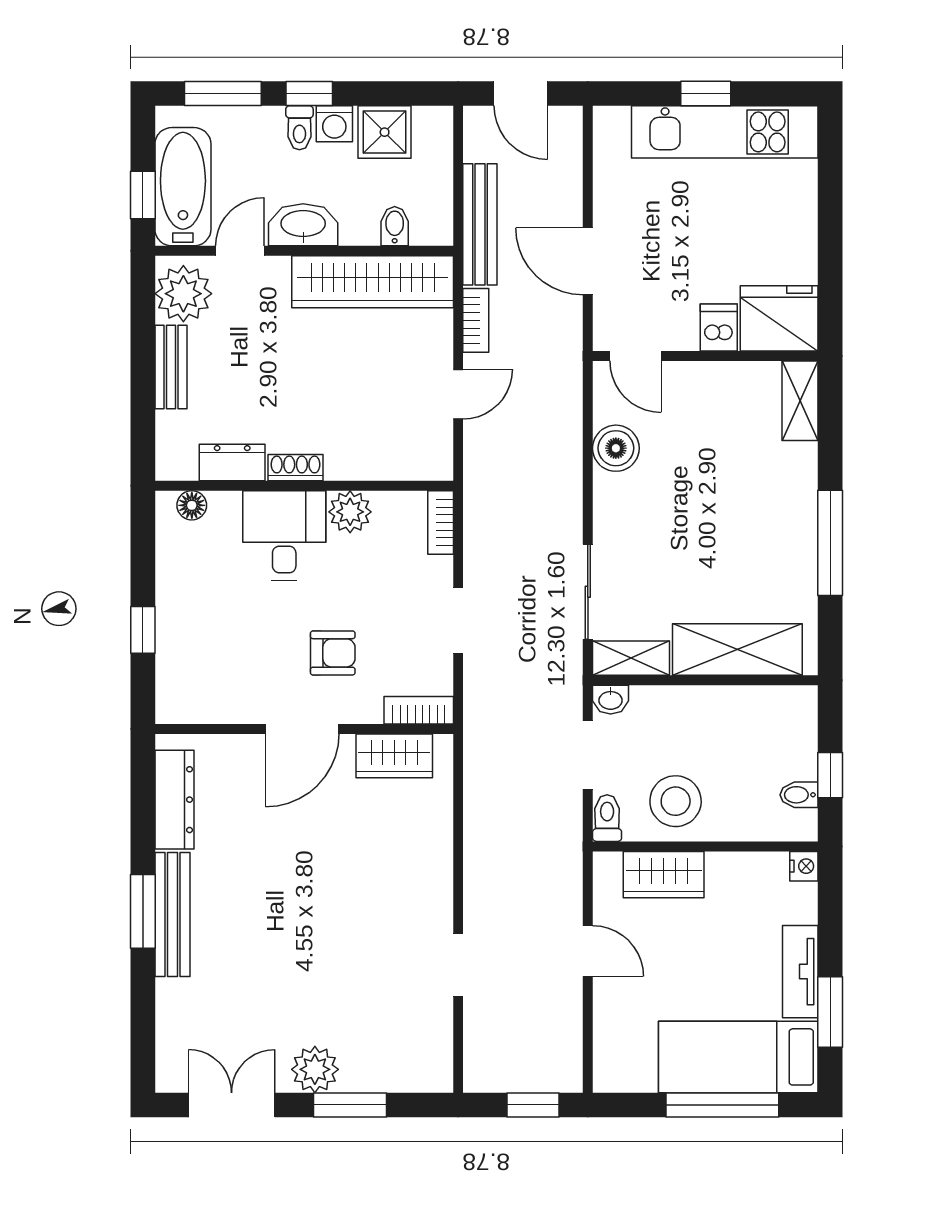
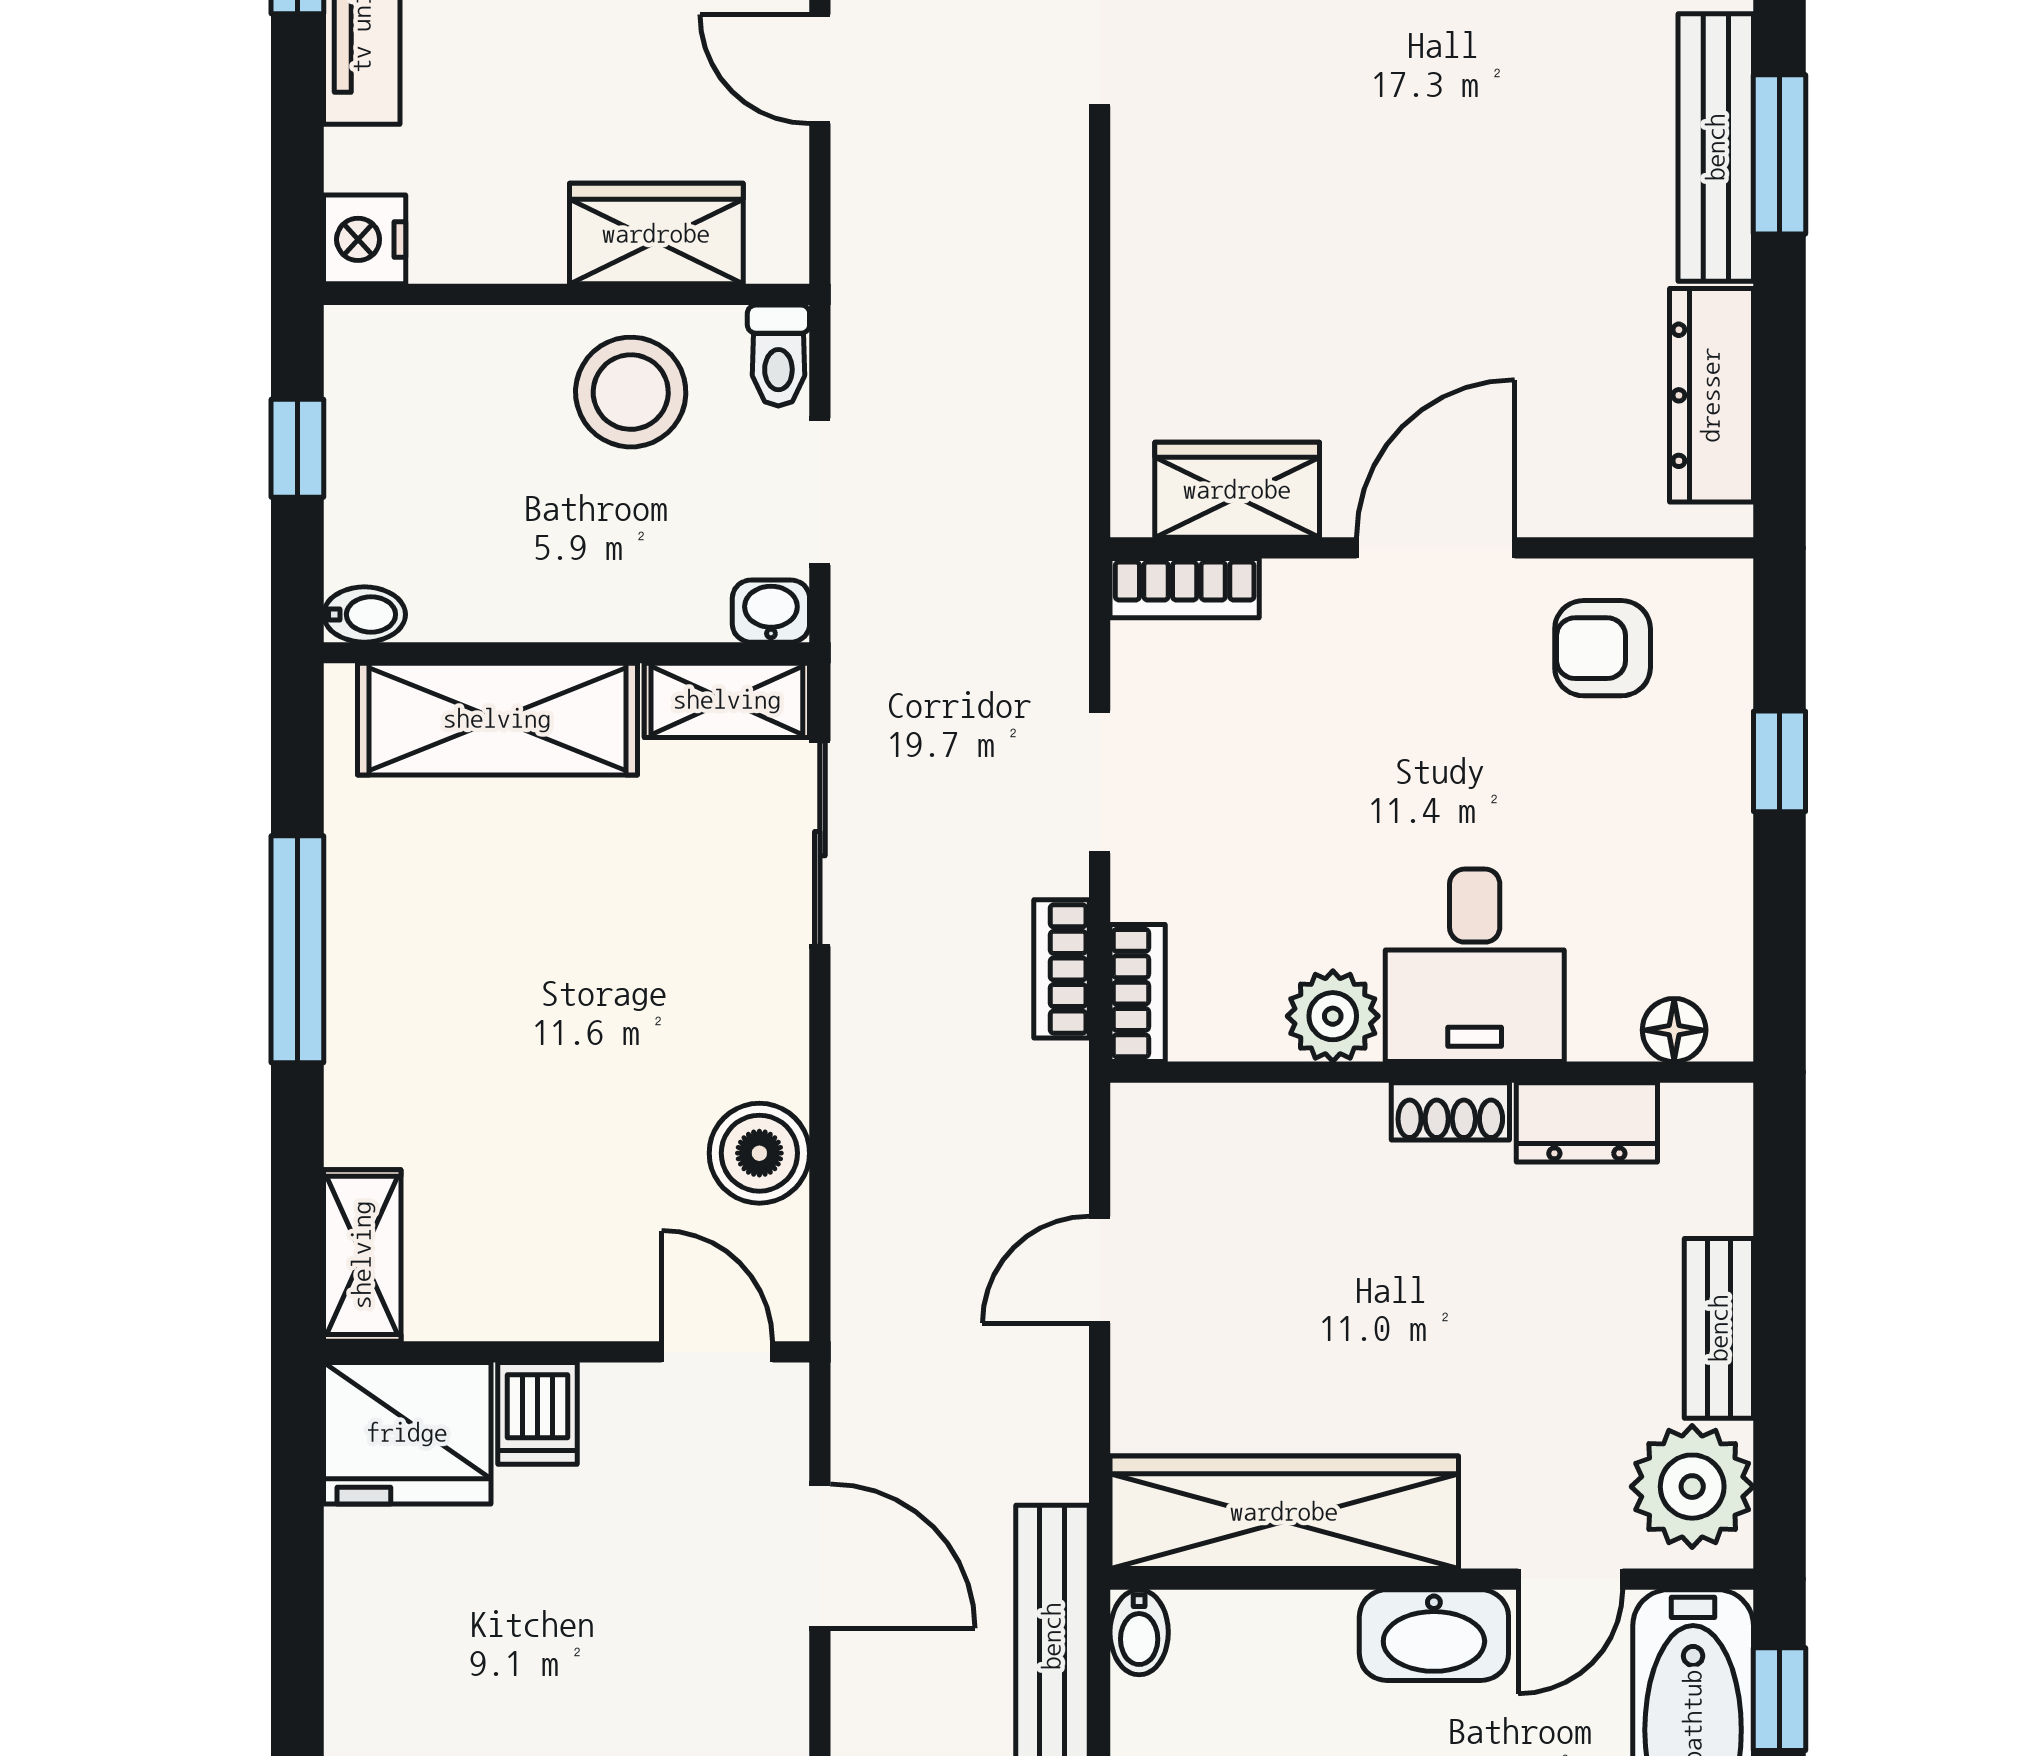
bidet: (395, 226) -> (1139, 1632), moved
bookcase: (476, 320) -> (1061, 969), moved
armchair: (333, 653) -> (1603, 648), moved
bidet: (799, 795) -> (364, 614), moved
nightstand: (804, 866) -> (365, 239), width x1.39, depth x1.35

